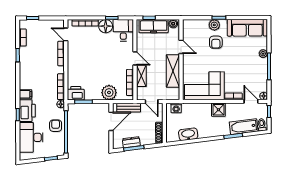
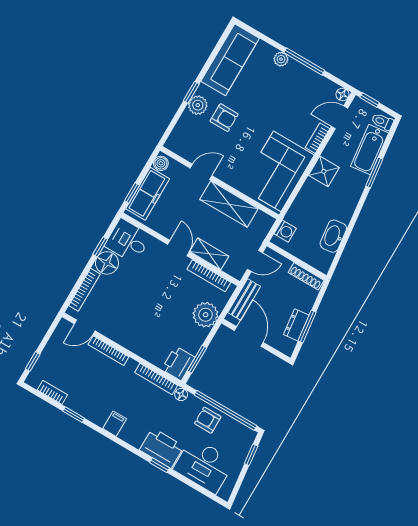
door: (135, 58) -> (178, 248), hinge flipped
filing cabinet: (25, 94) -> (115, 424), moved

